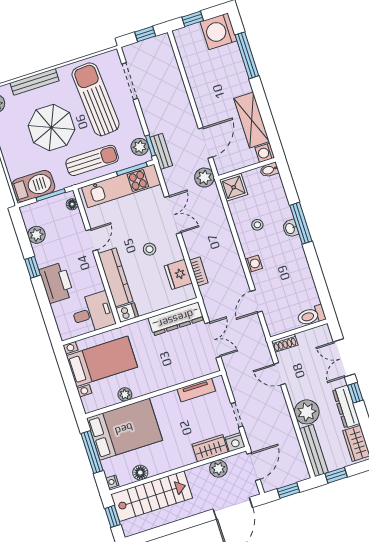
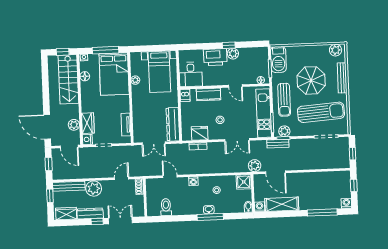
washing machine: (218, 31) -> (346, 203), width x0.53, depth x0.53
plant: (36, 235) -> (233, 54), moved
kitchen counter: (116, 277) -> (209, 94), width x0.67
toilet: (311, 316) -> (166, 207), moved

